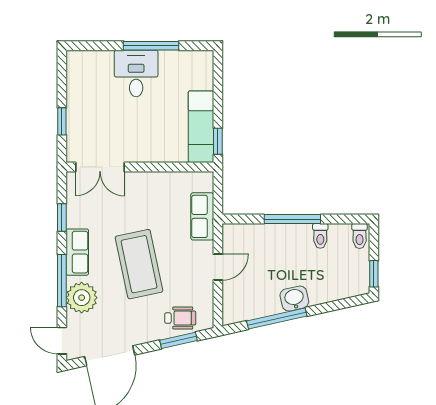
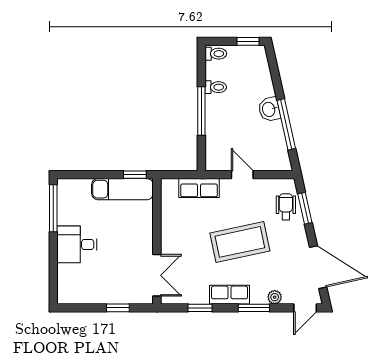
window: (151, 46) -> (53, 208), moved
window: (62, 281) -> (254, 308), width x0.69
plant: (82, 298) -> (275, 297), width x0.53, depth x0.53

